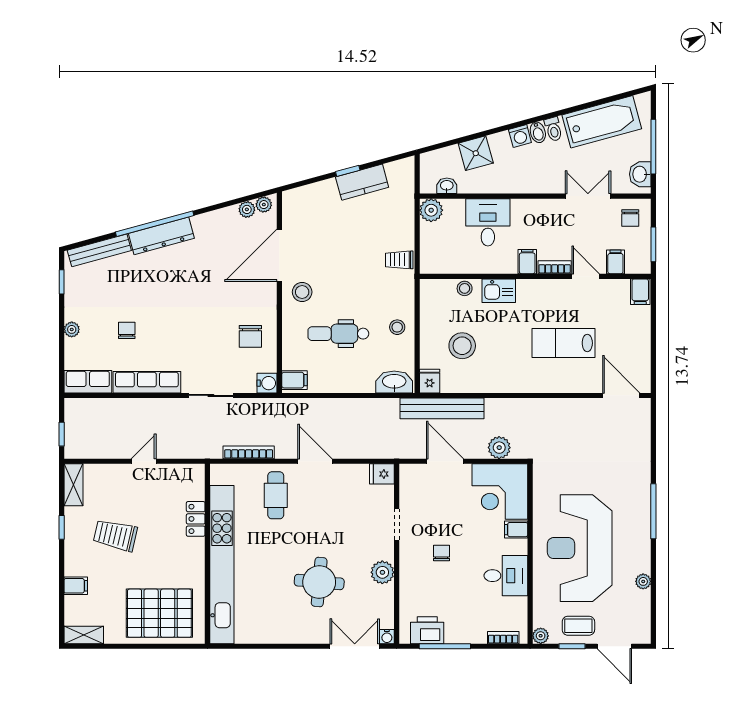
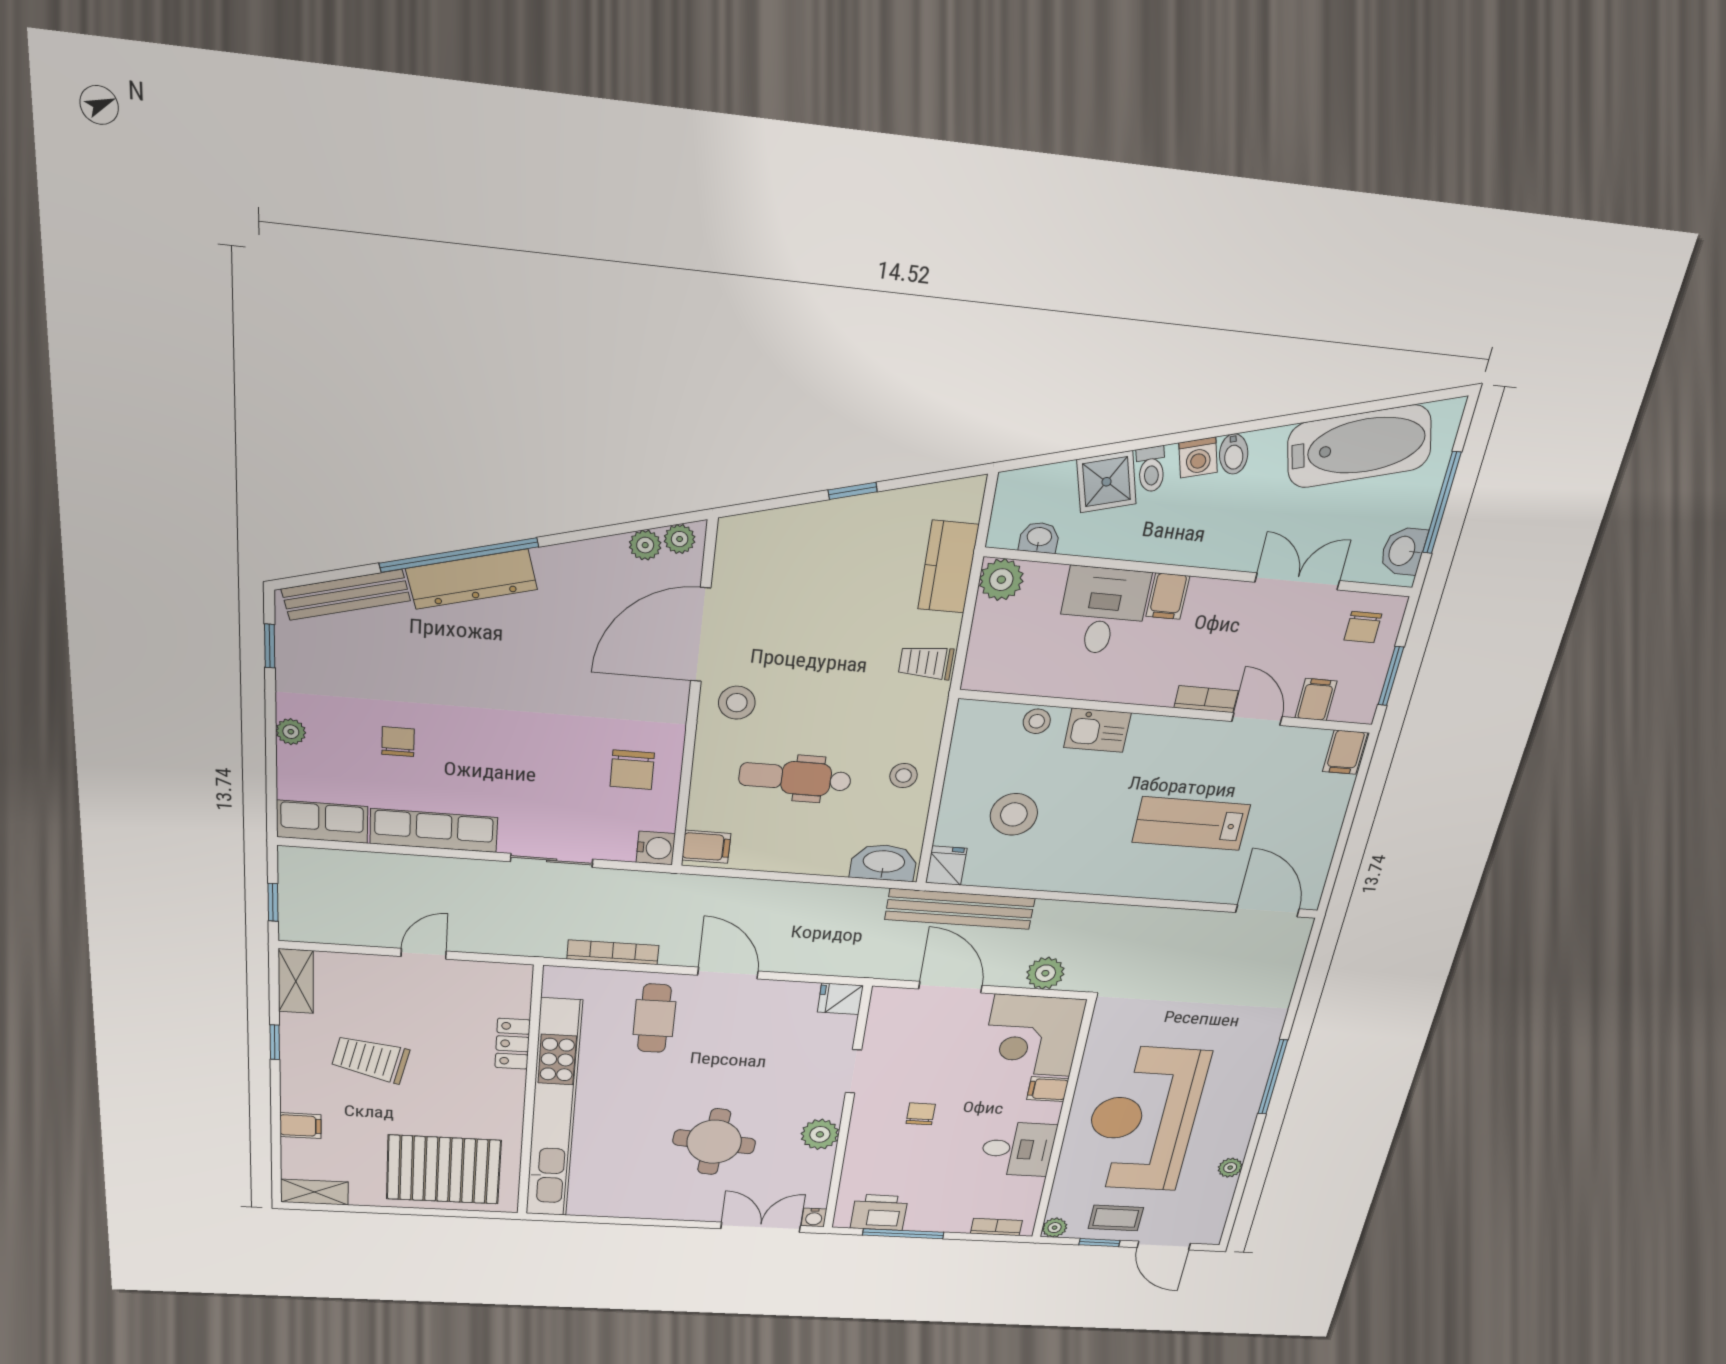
toilet: (553, 129) -> (1151, 469), moved
kitchen counter: (362, 182) -> (948, 567), moved, turned 105
filing cabinet: (527, 262) -> (1168, 596), moved, turned 180

